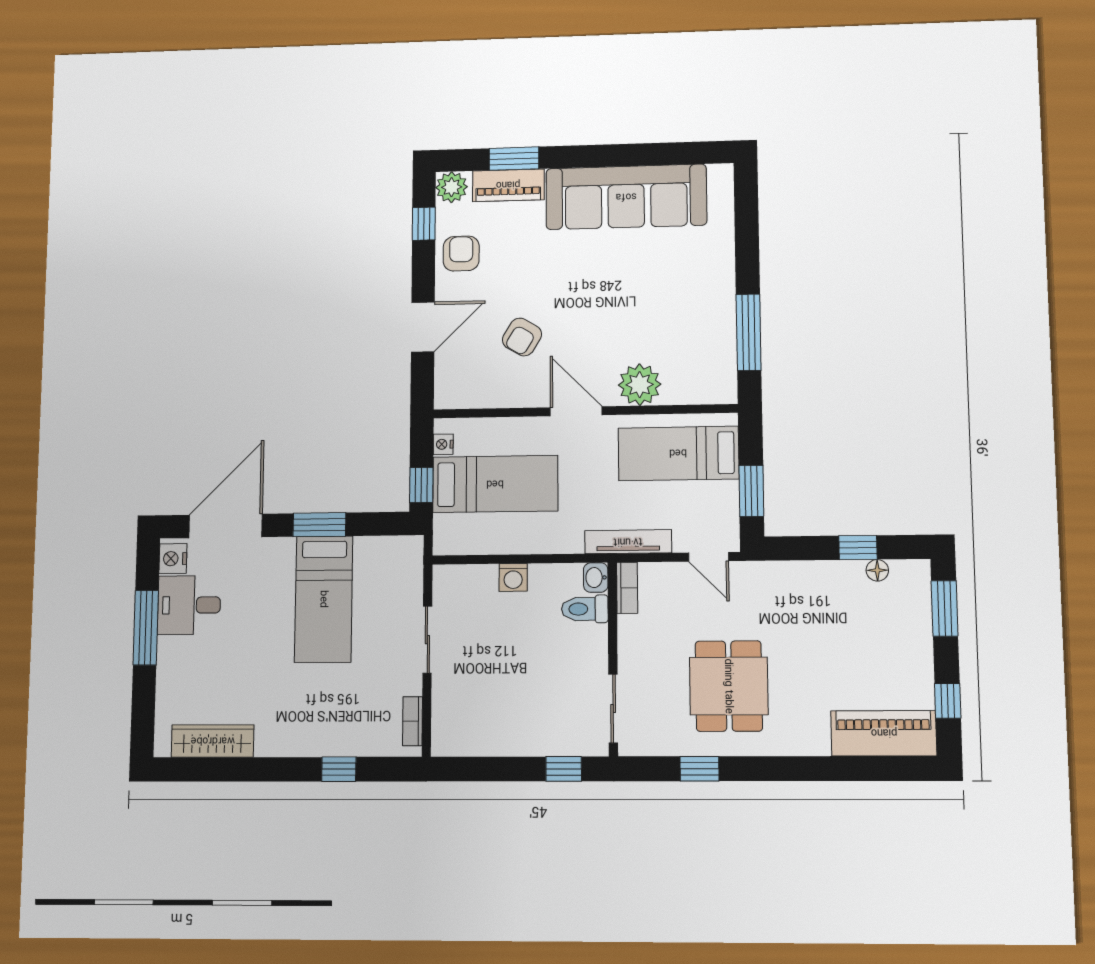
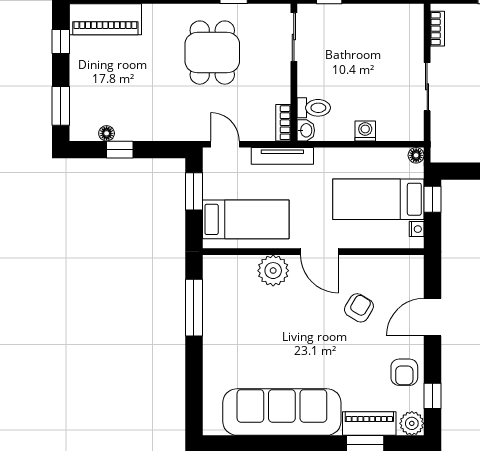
floor lamp: (443, 545) -> (416, 155), added

